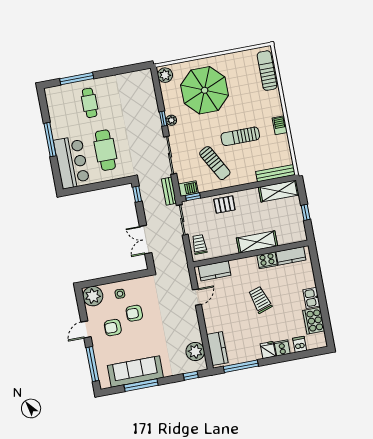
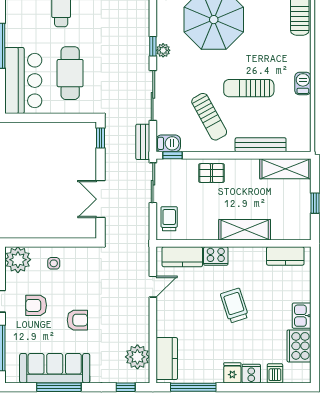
bench: (275, 173) -> (261, 145), moved
cooker: (267, 260) -> (216, 256), moved
armchair: (134, 313) -> (77, 320), moved, turned 180

